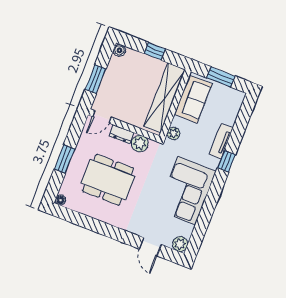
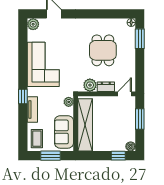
window: (155, 51) -> (118, 156), moved
coffee table: (229, 104) -> (37, 139), added
window: (64, 159) -> (140, 39), moved
dining table: (108, 180) -> (103, 50), width x0.73

